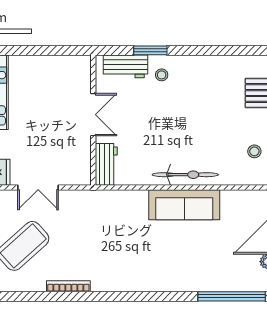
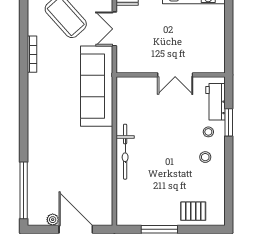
stool: (254, 151) -> (205, 157), moved
workbench: (106, 164) -> (134, 86), removed
sofa: (184, 205) -> (97, 86), moved, width x1.36, depth x1.27

